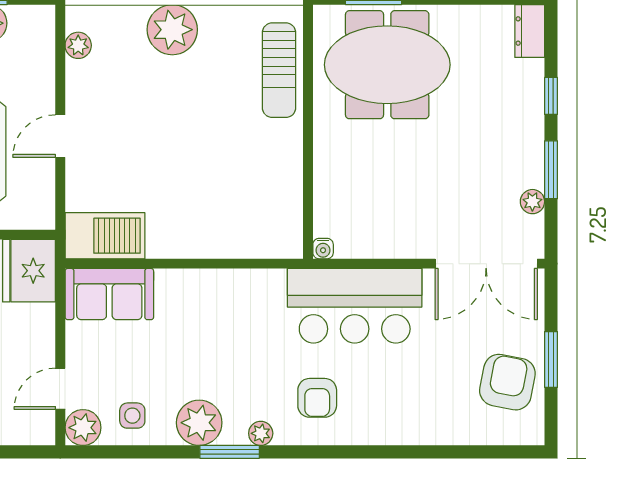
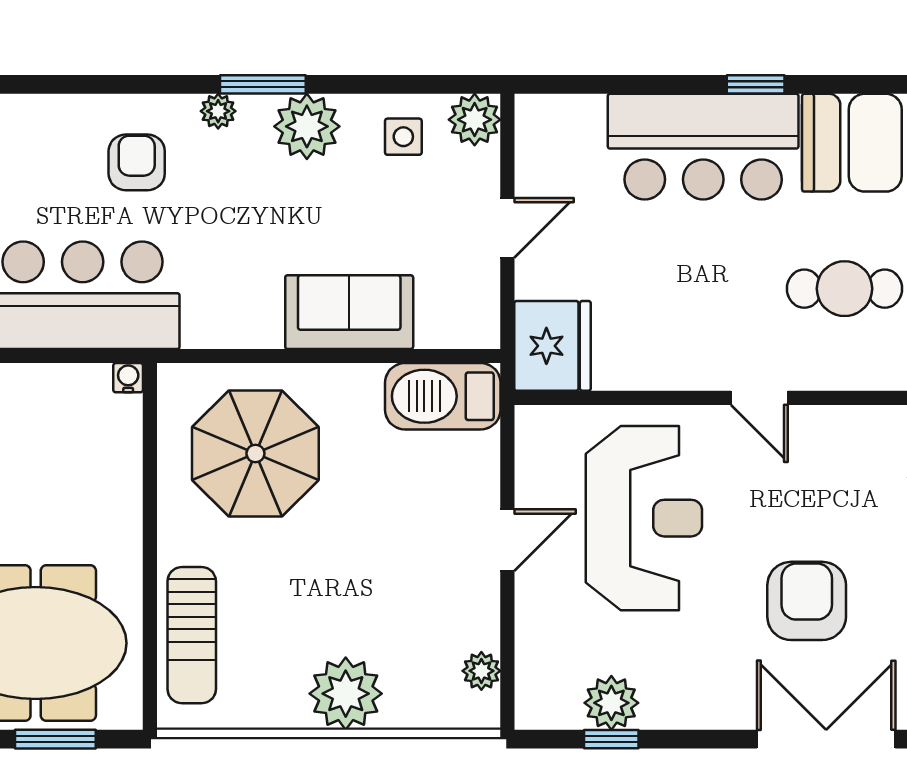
sun lounger: (279, 70) -> (192, 635), turned 180
parasol: (235, 196) -> (255, 453), added
sofa: (109, 294) -> (349, 312), moved
door: (60, 389) -> (507, 228), moved

